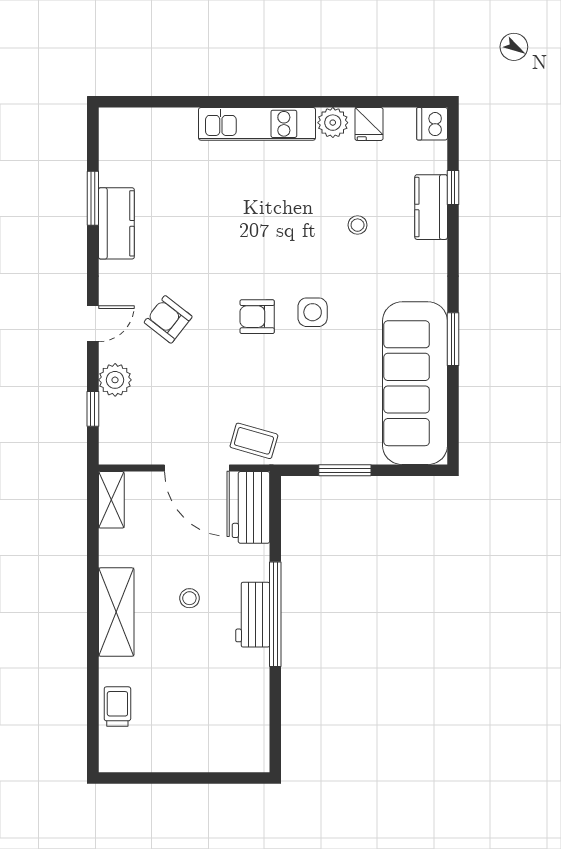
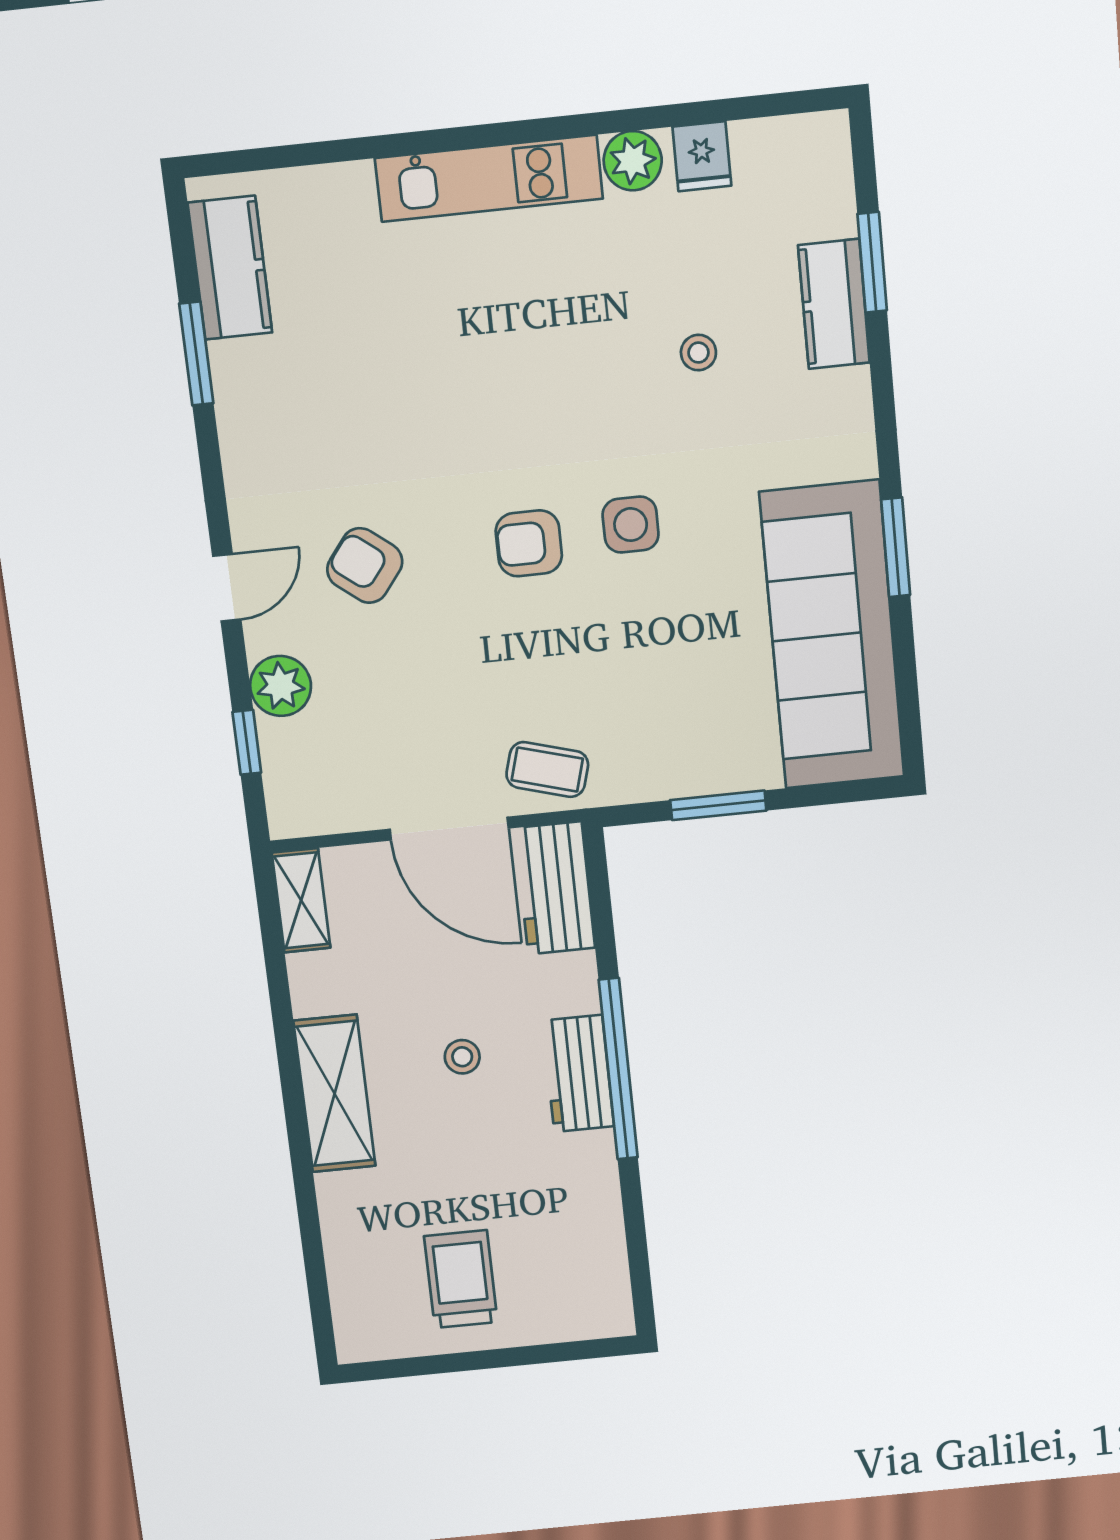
dishwasher: (432, 124) -> (822, 143), removed
window: (453, 188) -> (872, 262), width x1.50
kitchen counter: (116, 223) -> (230, 268), moved
trolley: (117, 707) -> (461, 1279), moved, width x1.36, depth x1.39

